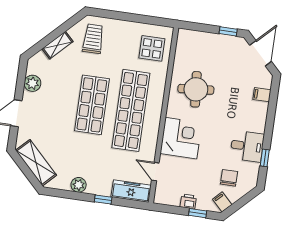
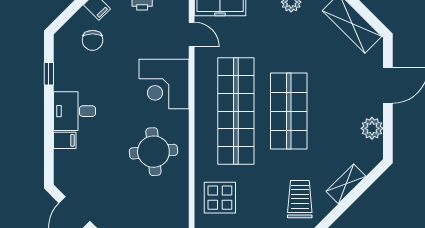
trolley: (93, 39) -> (300, 199), turned 180
filing cabinet: (262, 95) -> (65, 140), moved
desk: (247, 146) -> (74, 111), moved

